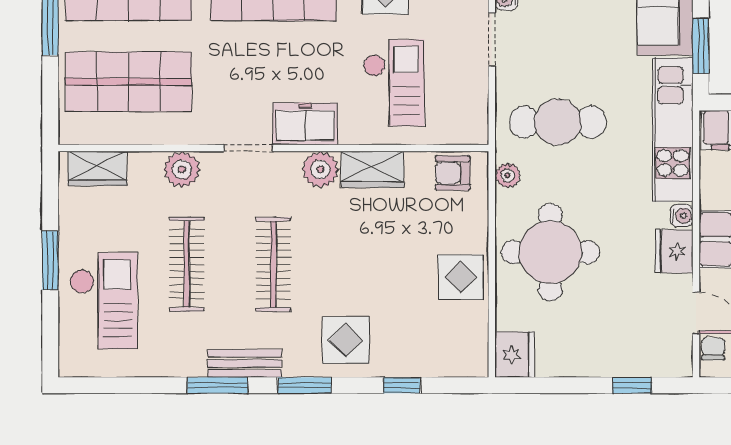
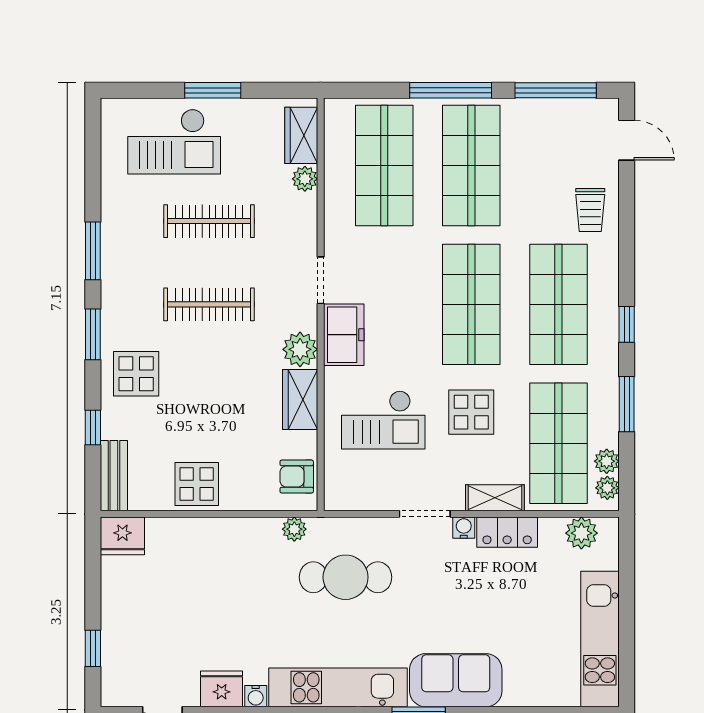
cafe table: (558, 122) -> (346, 577), turned 90
plant: (182, 169) -> (305, 179), moved, width x0.73, depth x0.73
armchair: (453, 173) -> (297, 477), turned -90
round table: (550, 252) -> (221, 570), removed
bench: (245, 363) -> (114, 476), moved

